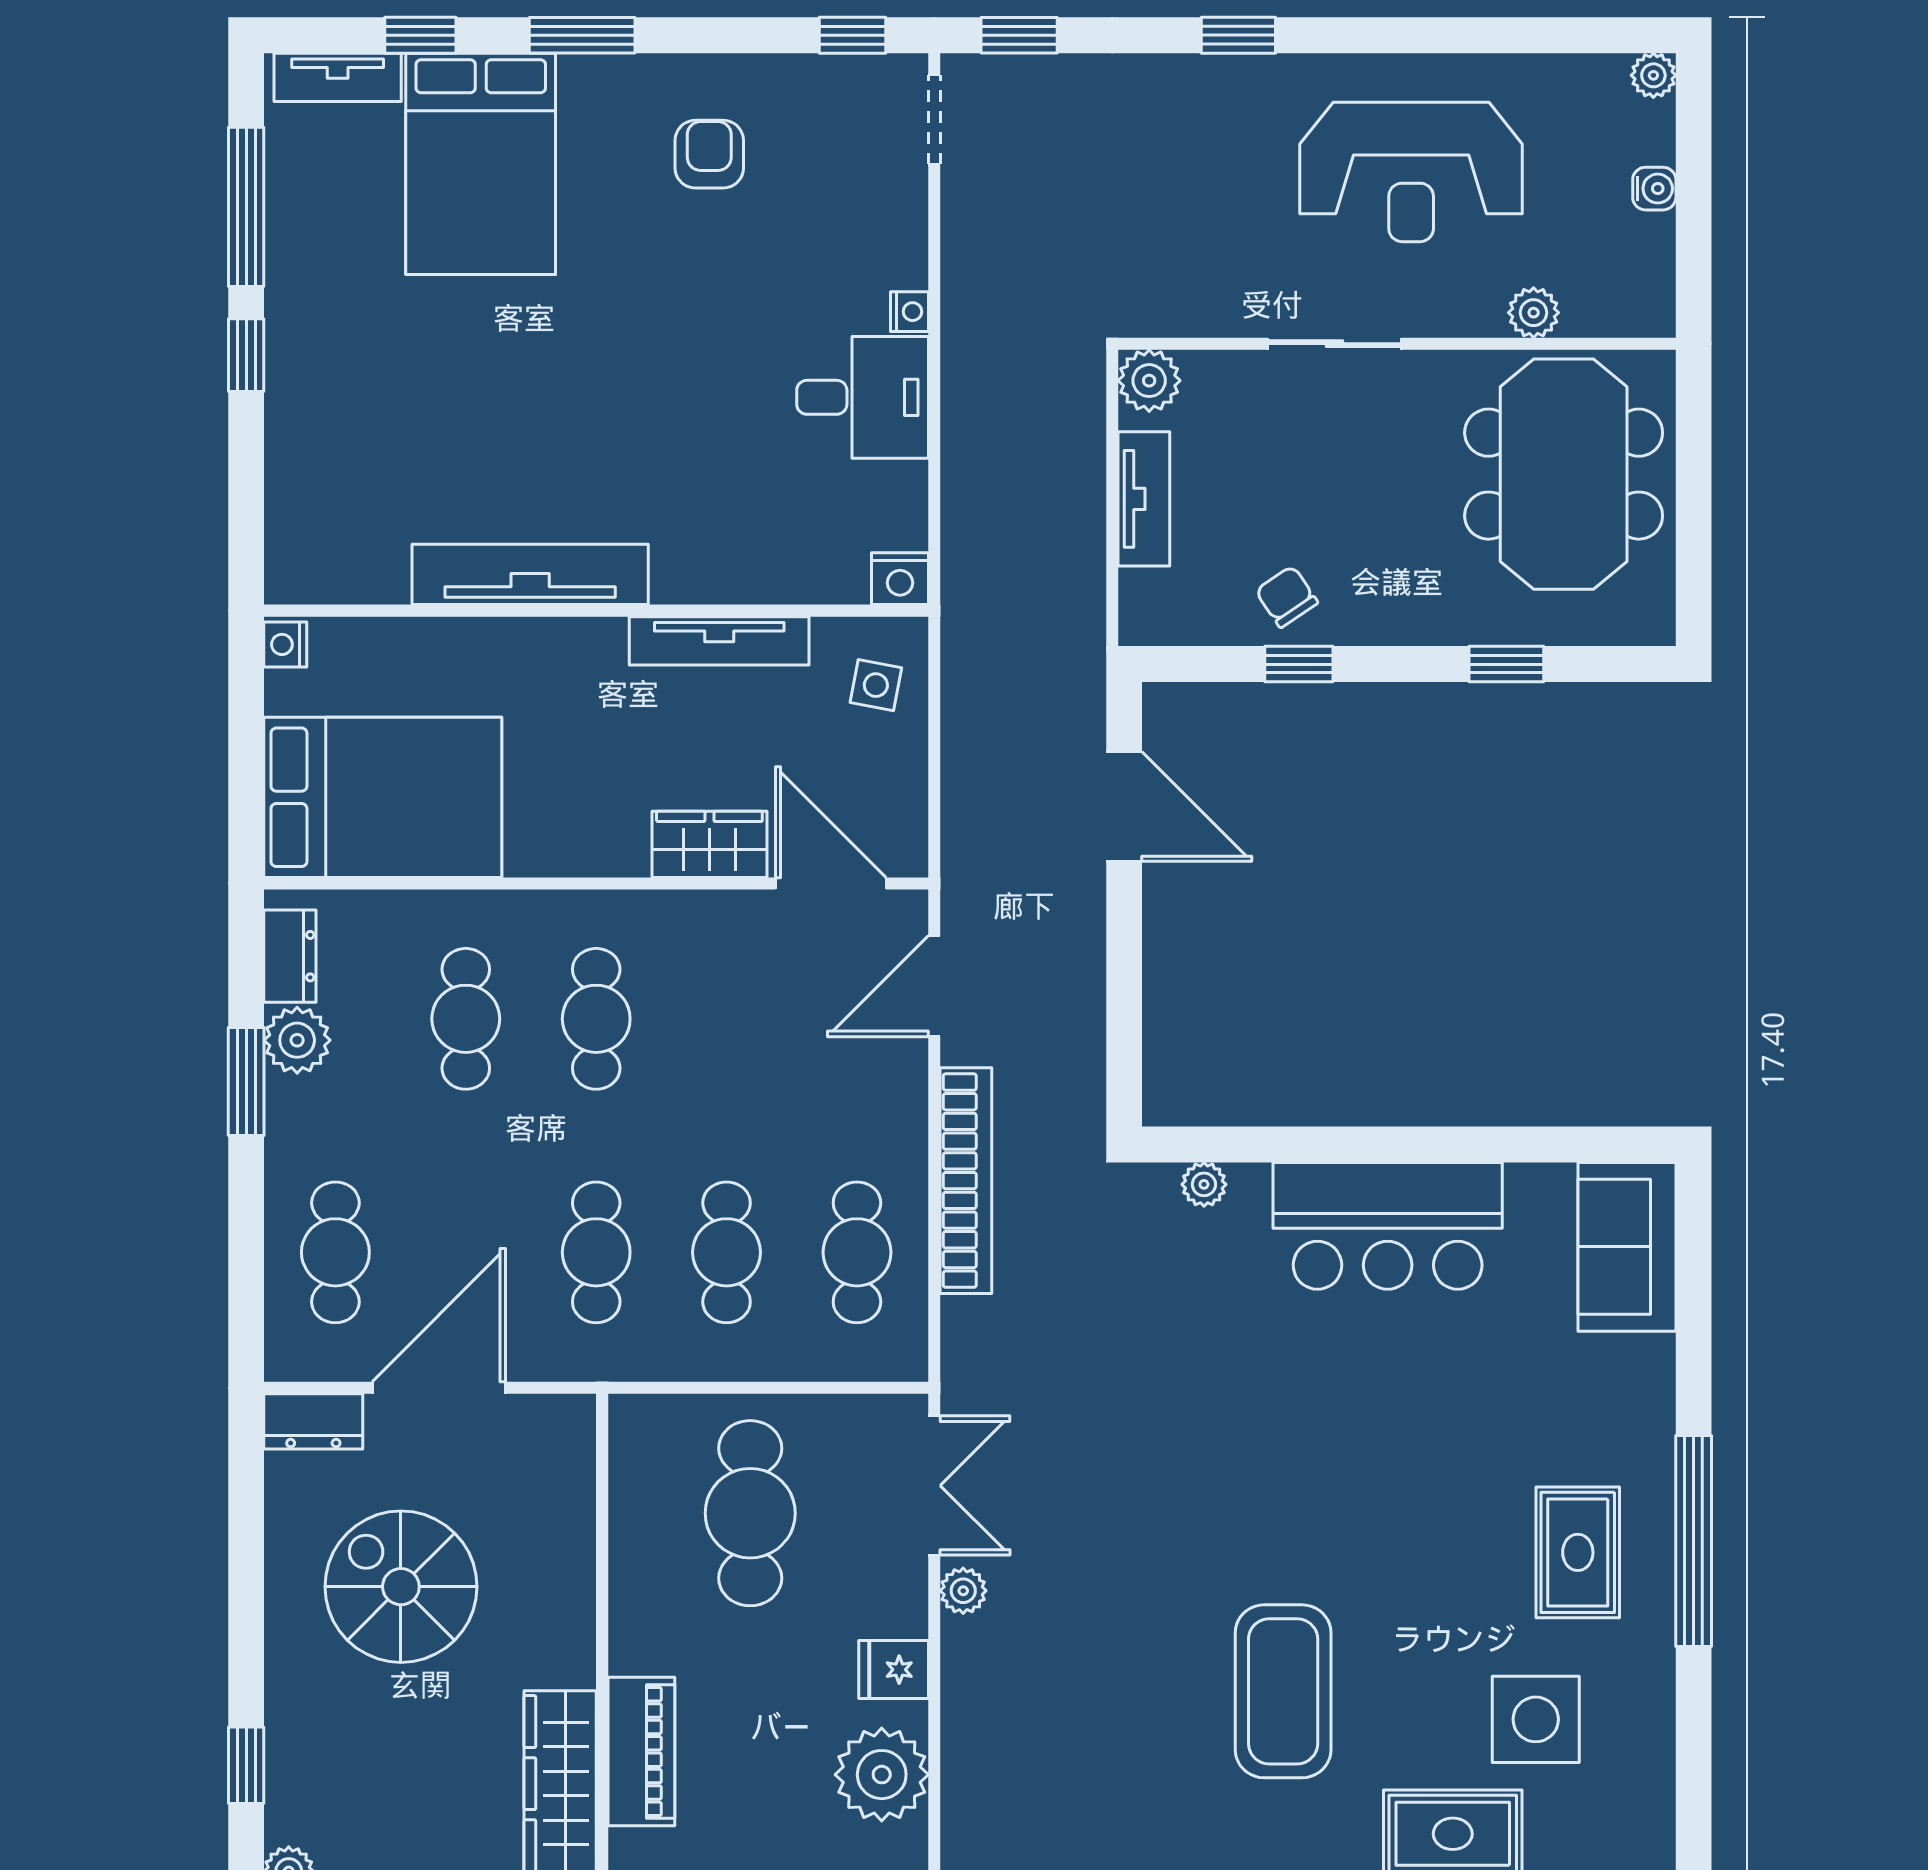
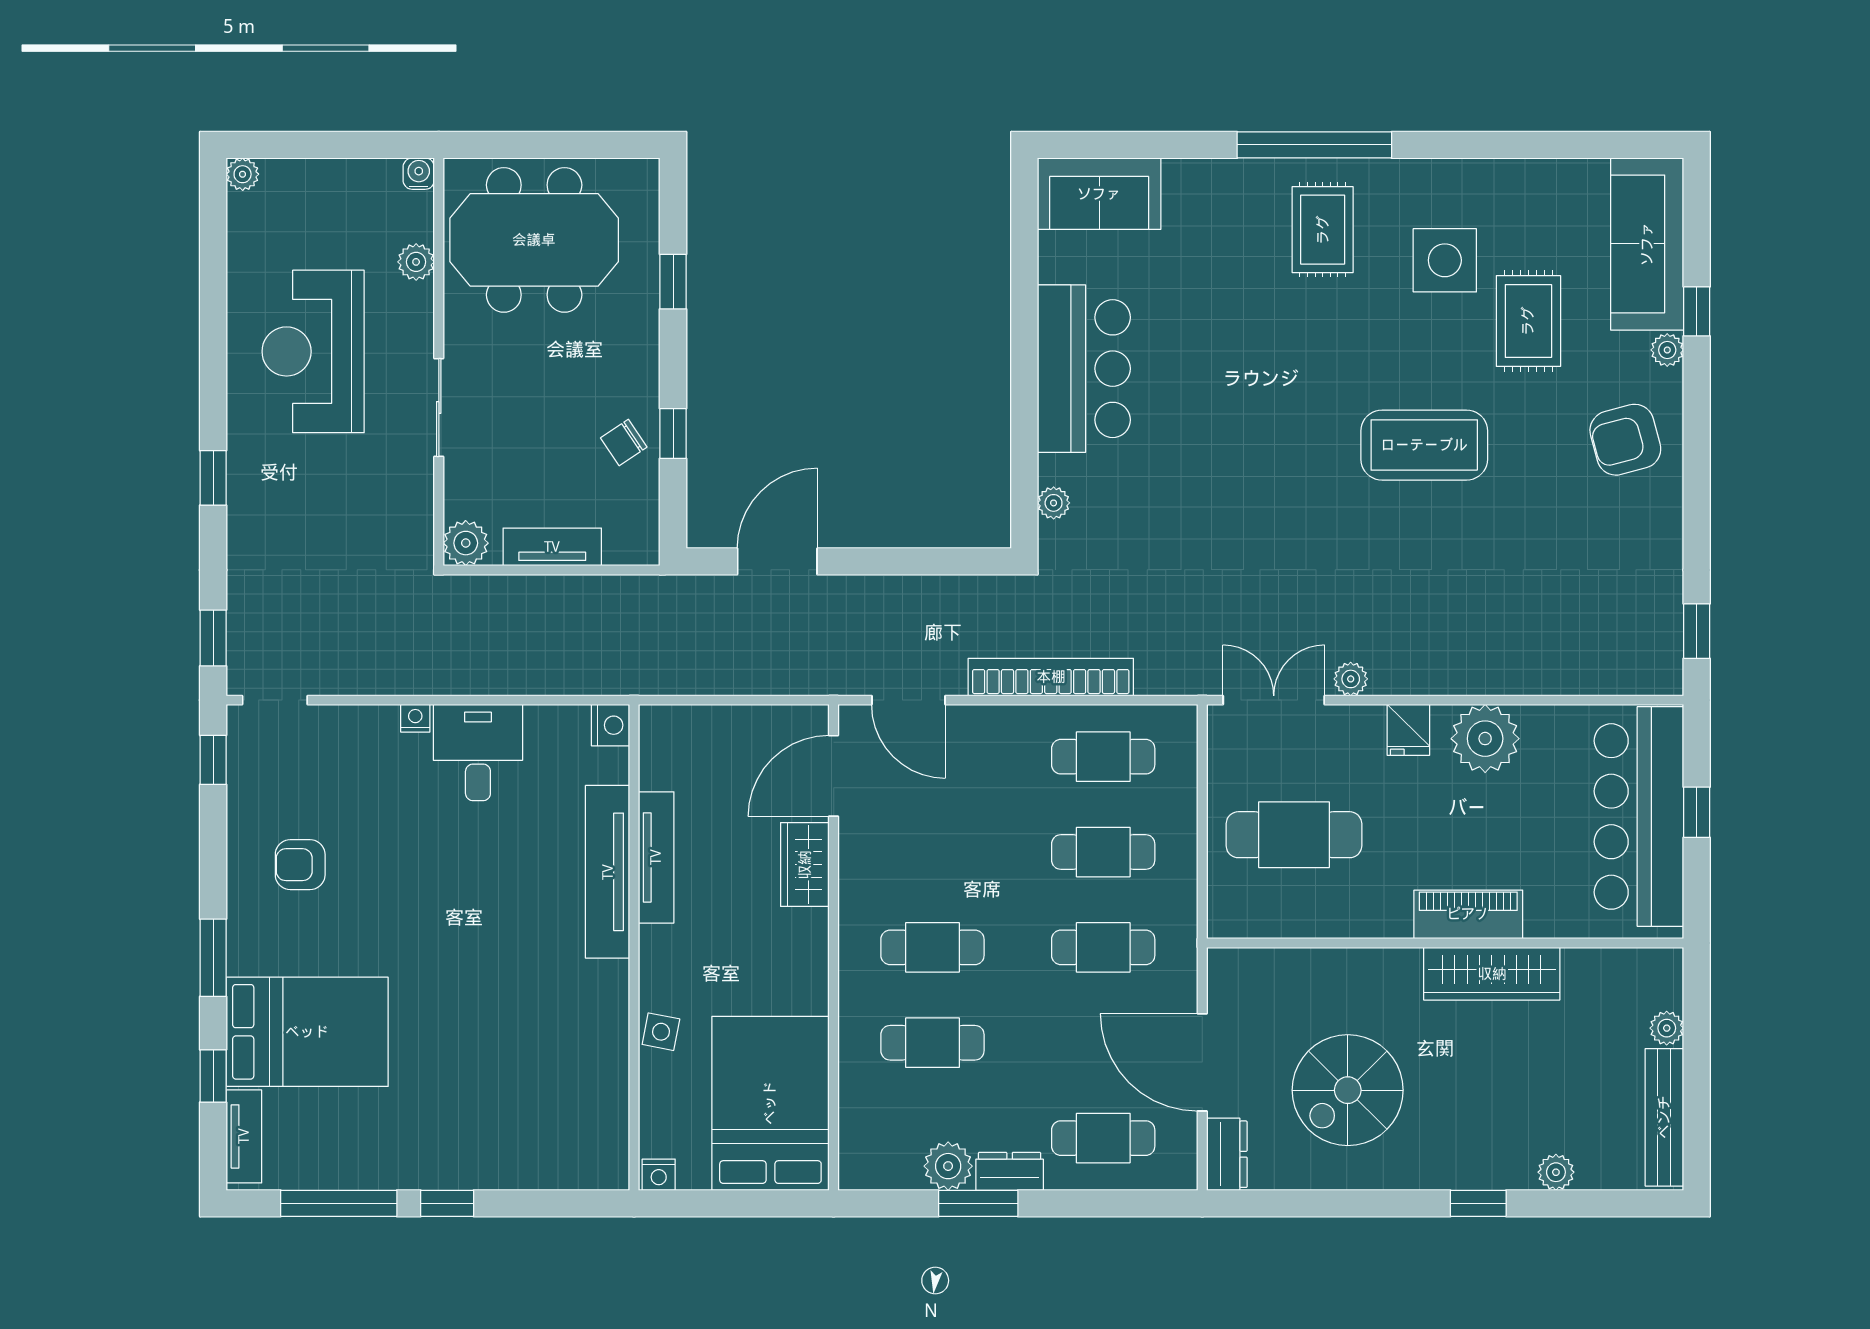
reception desk: (1411, 172) -> (313, 351), turned 180
water cooler: (1654, 189) -> (419, 174), moved
tv unit: (530, 574) -> (608, 872), moved
side table: (876, 685) -> (661, 1032), moved
dresser: (290, 956) -> (1010, 1171), moved
rug: (1578, 1552) -> (1323, 230), turned 90

